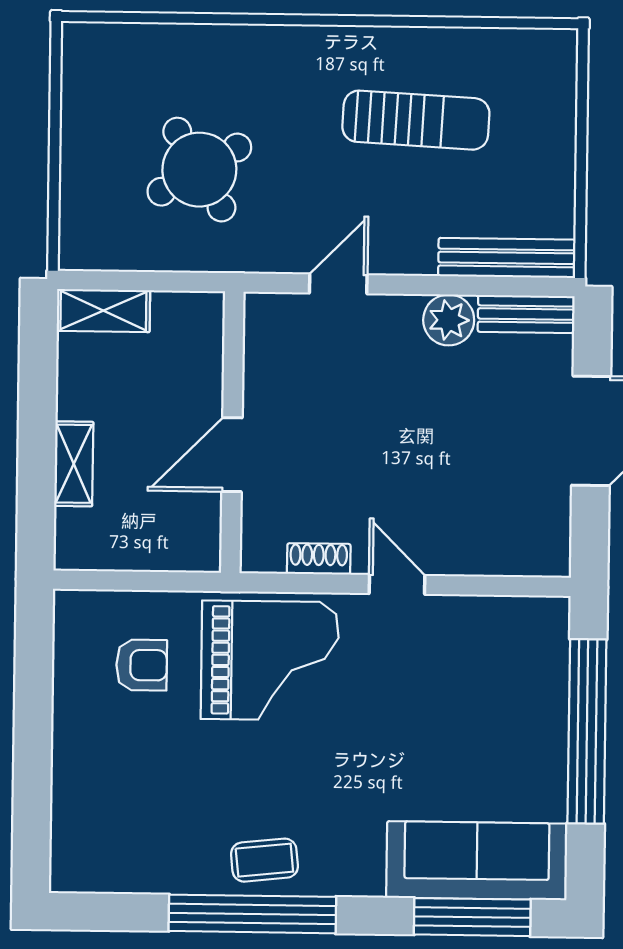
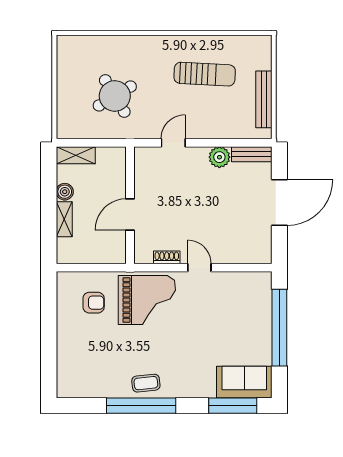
bench: (507, 258) -> (264, 99), moved, turned 90
boiler: (76, 398) -> (65, 192), added
sofa: (477, 861) -> (244, 382), width x0.73

